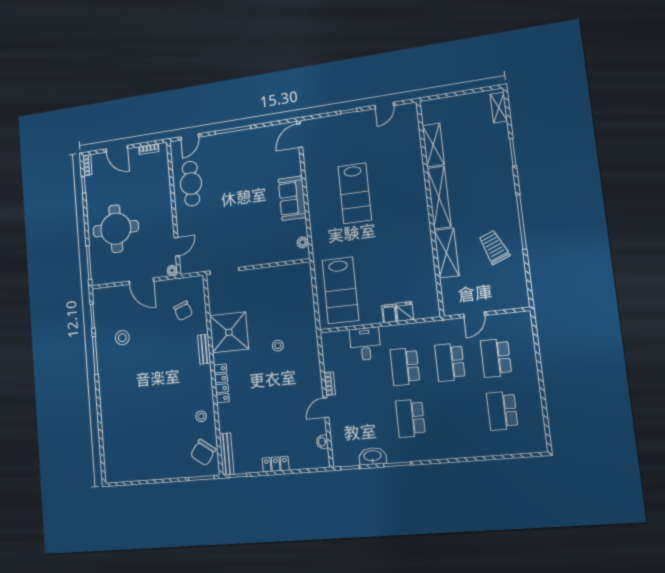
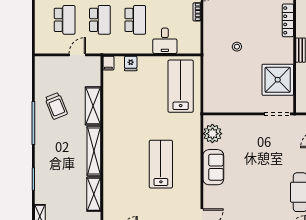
plant: (303, 242) -> (212, 134), width x1.87, depth x1.87
filing cabinet: (389, 313) -> (108, 63), moved
shower: (229, 332) -> (278, 80), moved

